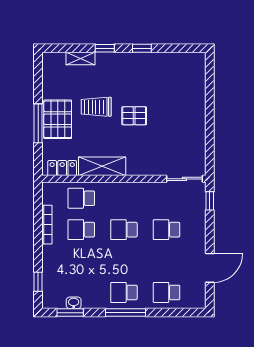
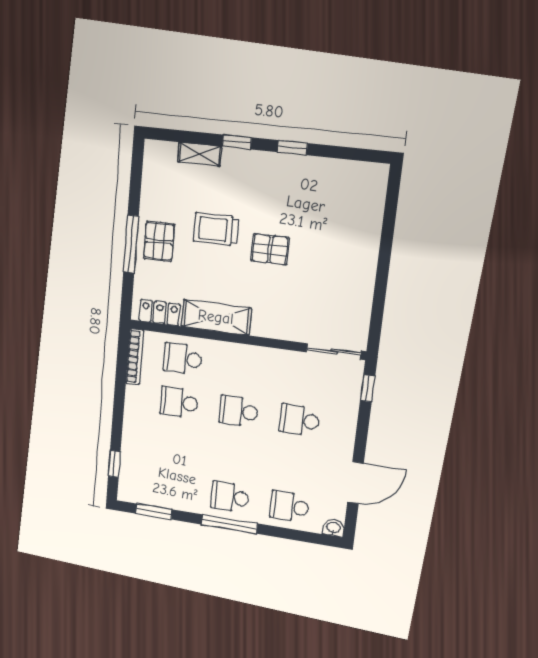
pallet: (58, 119) -> (159, 241), width x0.67, depth x0.71
bookcase: (47, 225) -> (135, 357), moved
washbasin: (74, 303) -> (333, 528), moved

